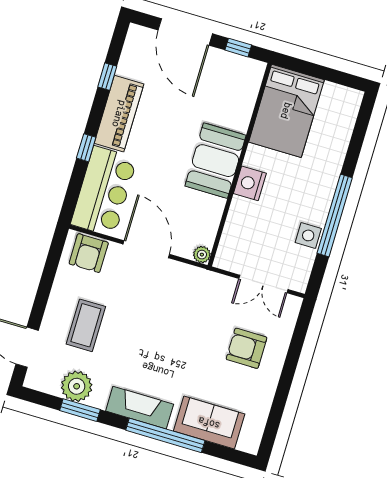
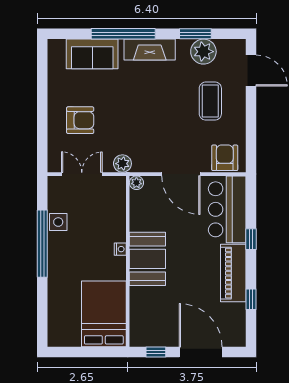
nightstand: (250, 183) -> (120, 249), width x0.53, depth x0.56
plant: (212, 282) -> (122, 164), added

